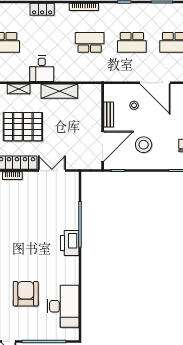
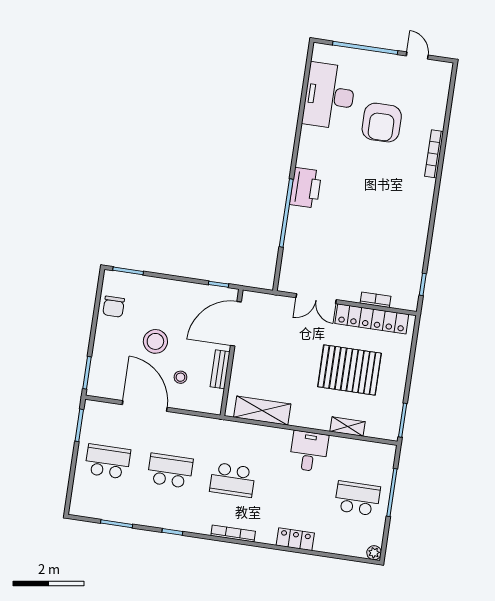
shelving: (59, 91) -> (262, 411), moved
stool: (144, 145) -> (155, 341), moved

